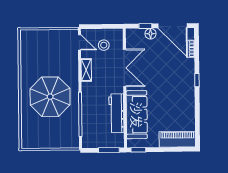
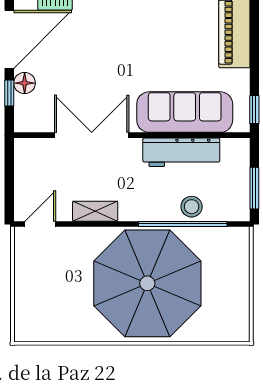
stool: (104, 45) -> (192, 207), moved
parasol: (50, 97) -> (147, 283), width x1.36, depth x1.36
window: (109, 150) -> (254, 188), moved

